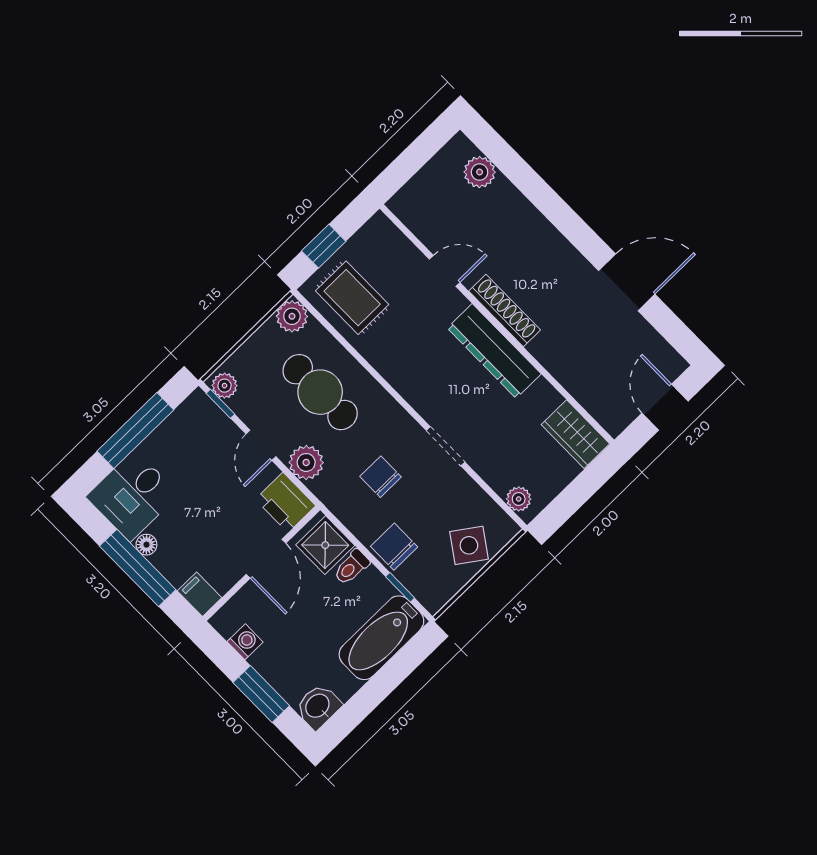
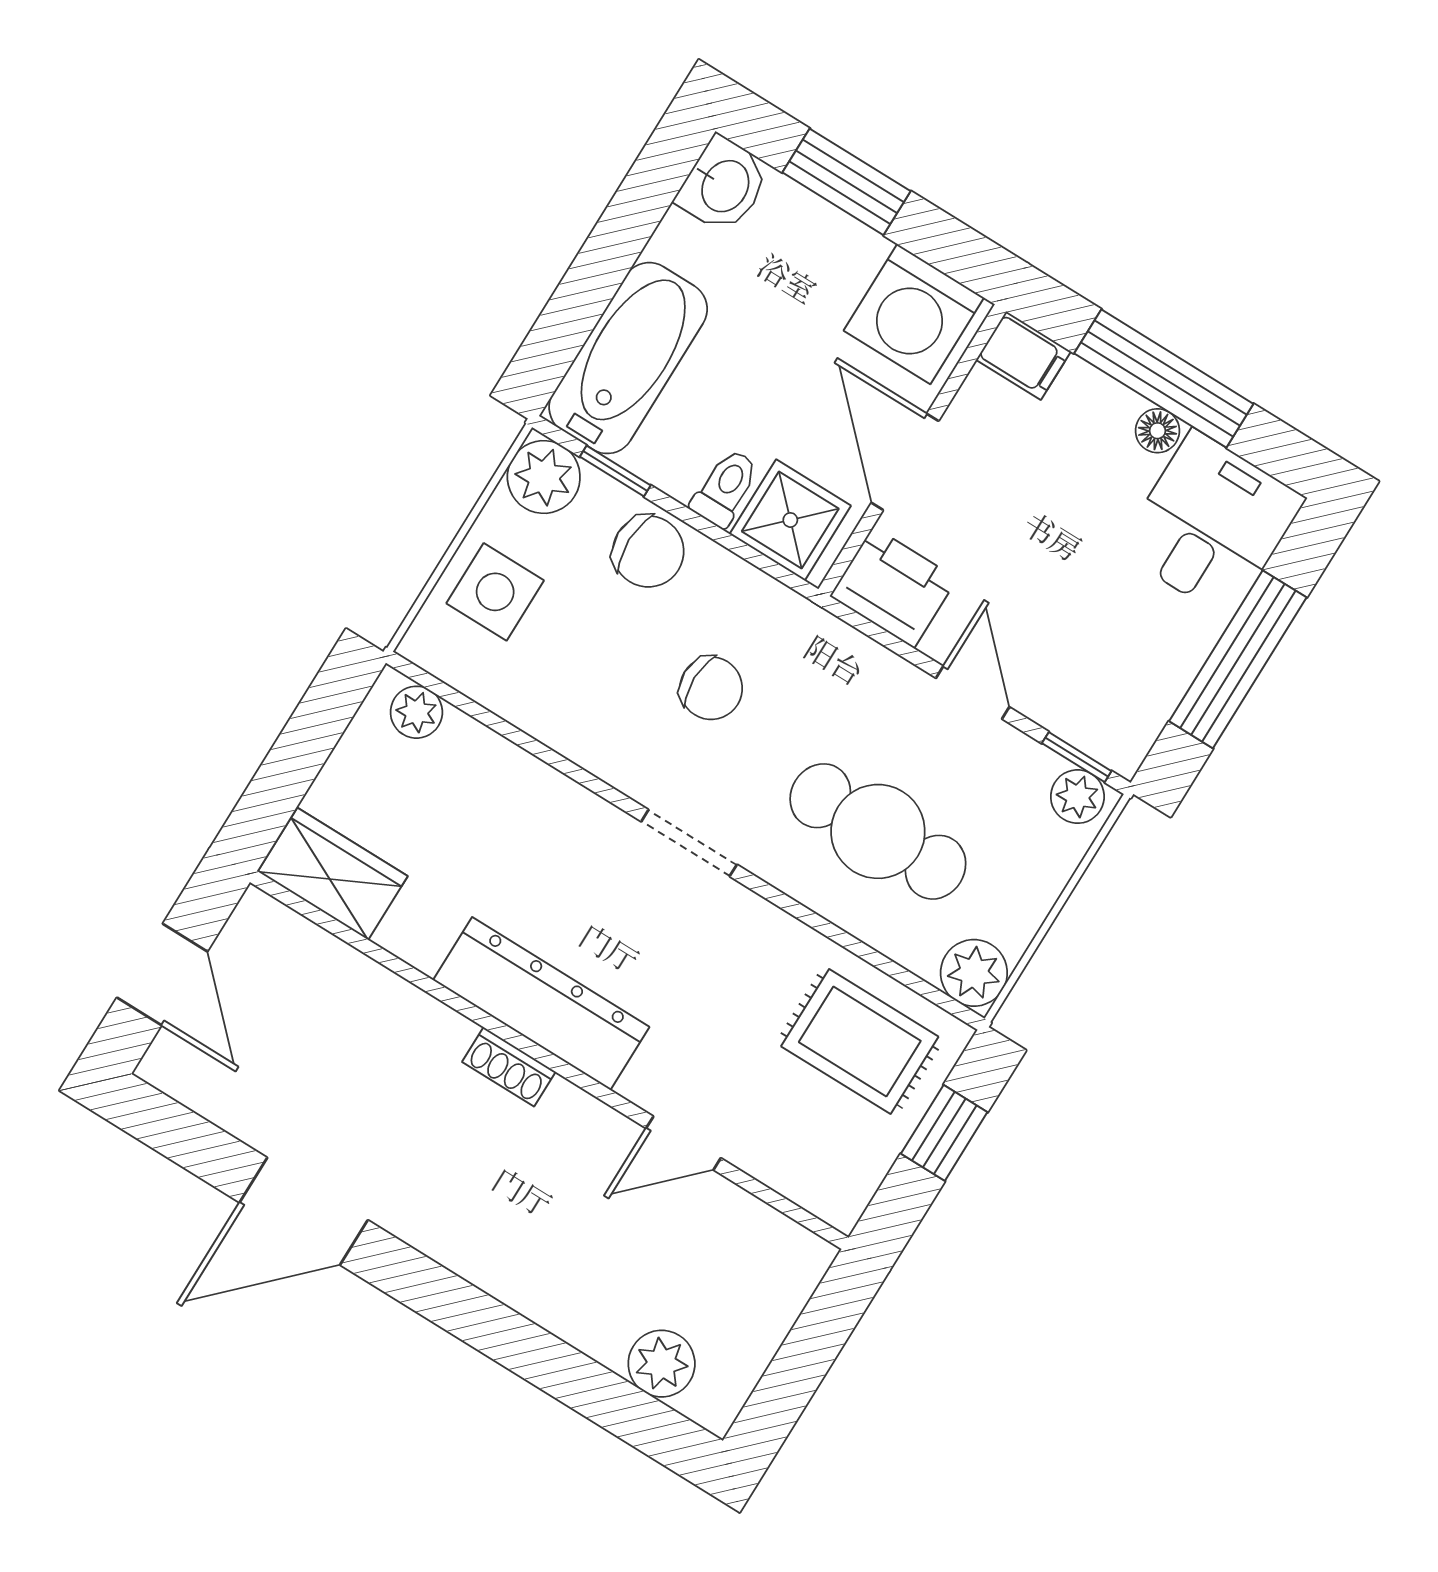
shoe rack: (505, 310) -> (509, 1067), width x0.51, depth x0.81
doorway: (446, 446) -> (689, 843), moved
plant: (306, 462) -> (544, 477), moved
side table: (469, 545) -> (495, 592), turned -35
washing machine: (245, 642) -> (914, 314), width x1.89, depth x1.89

